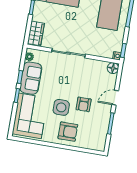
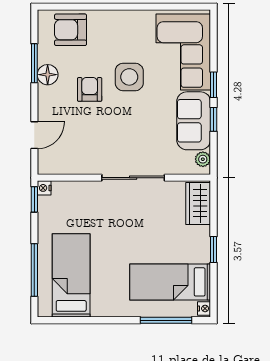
floor lamp: (113, 68) -> (48, 75), moved
door: (115, 98) -> (34, 135), moved
armchair: (68, 132) -> (71, 30), moved

